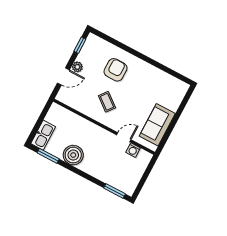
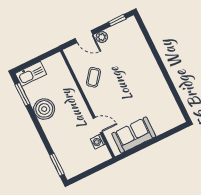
armchair: (115, 70) -> (132, 63), removed
coffee table: (107, 102) -> (93, 77), moved

